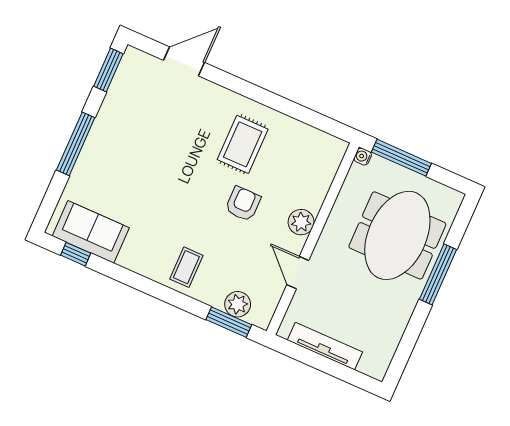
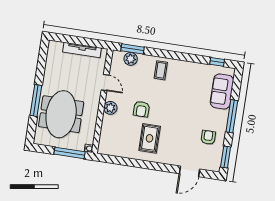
armchair: (131, 116) -> (208, 137), added
sofa: (91, 232) -> (222, 91), moved, turned 90

